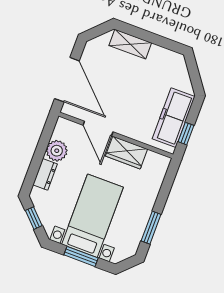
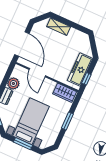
wardrobe: (126, 153) -> (65, 93), moved
window: (151, 228) -> (67, 121), moved

